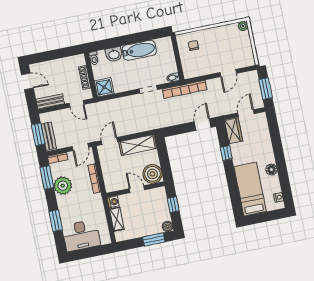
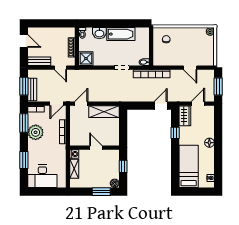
door: (228, 73) -> (190, 68), hinge flipped
floor lamp: (271, 170) -> (209, 143), moved
boiler: (152, 174) -> (111, 138), removed

